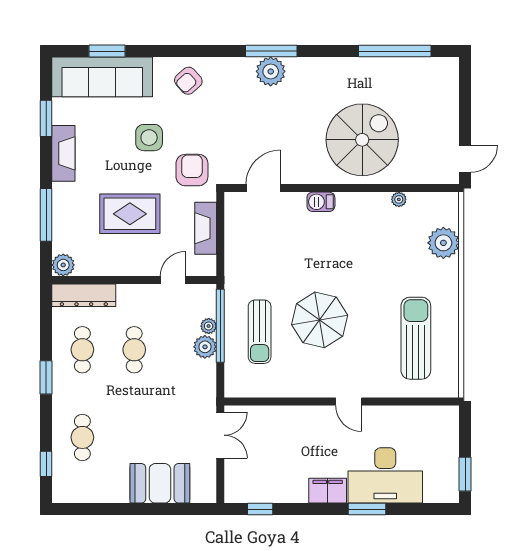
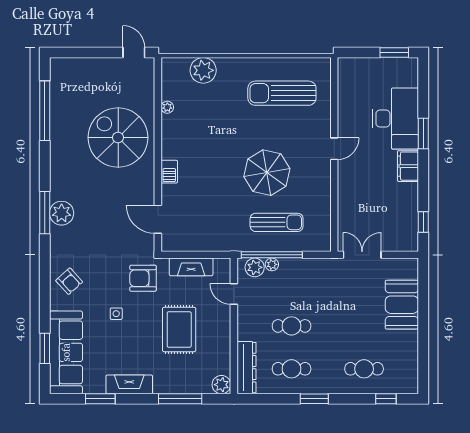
side table: (149, 138) -> (116, 314), width x0.54, depth x0.54
plant: (205, 347) -> (255, 267), moved

